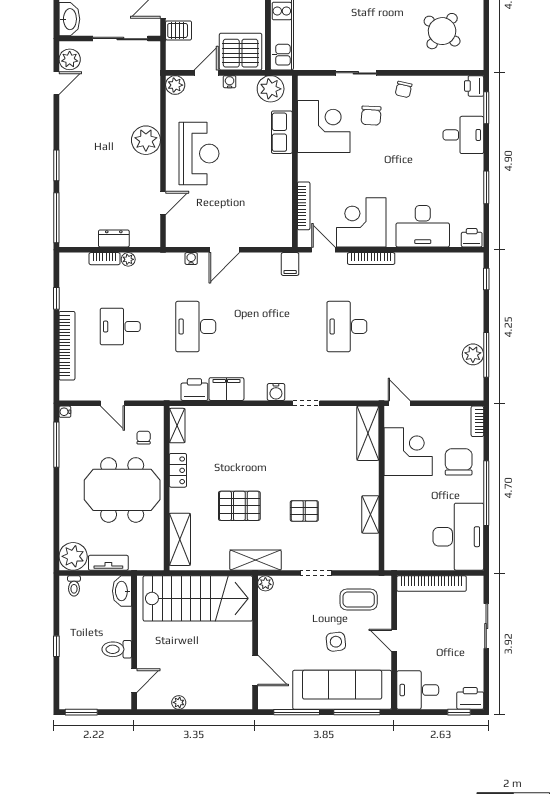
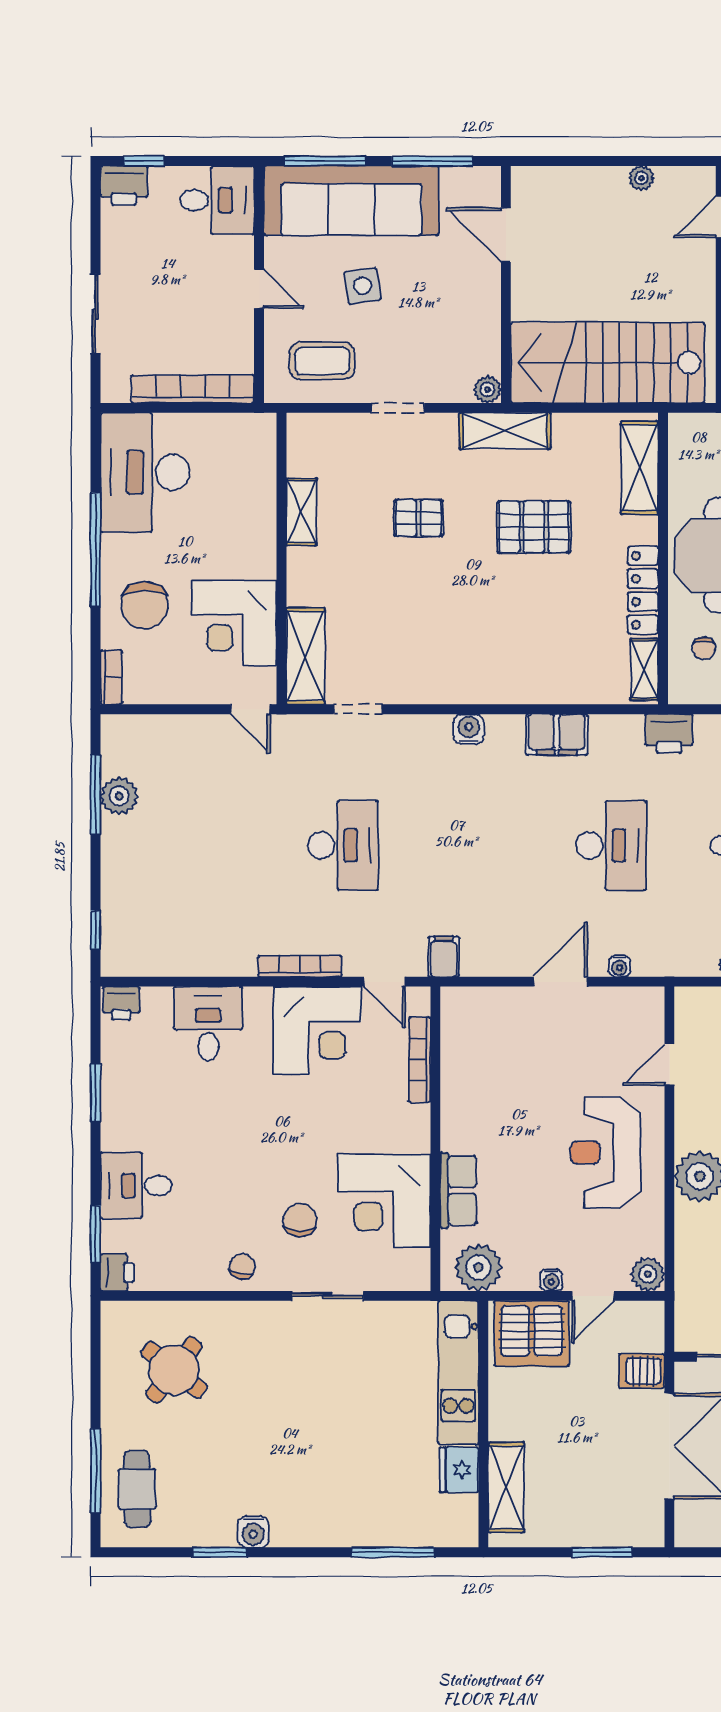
desk: (423, 226) -> (208, 1024), width x0.73
printer: (194, 390) -> (669, 734), moved
doorway: (306, 403) -> (358, 709), moved
locker: (178, 470) -> (643, 590), width x1.53

